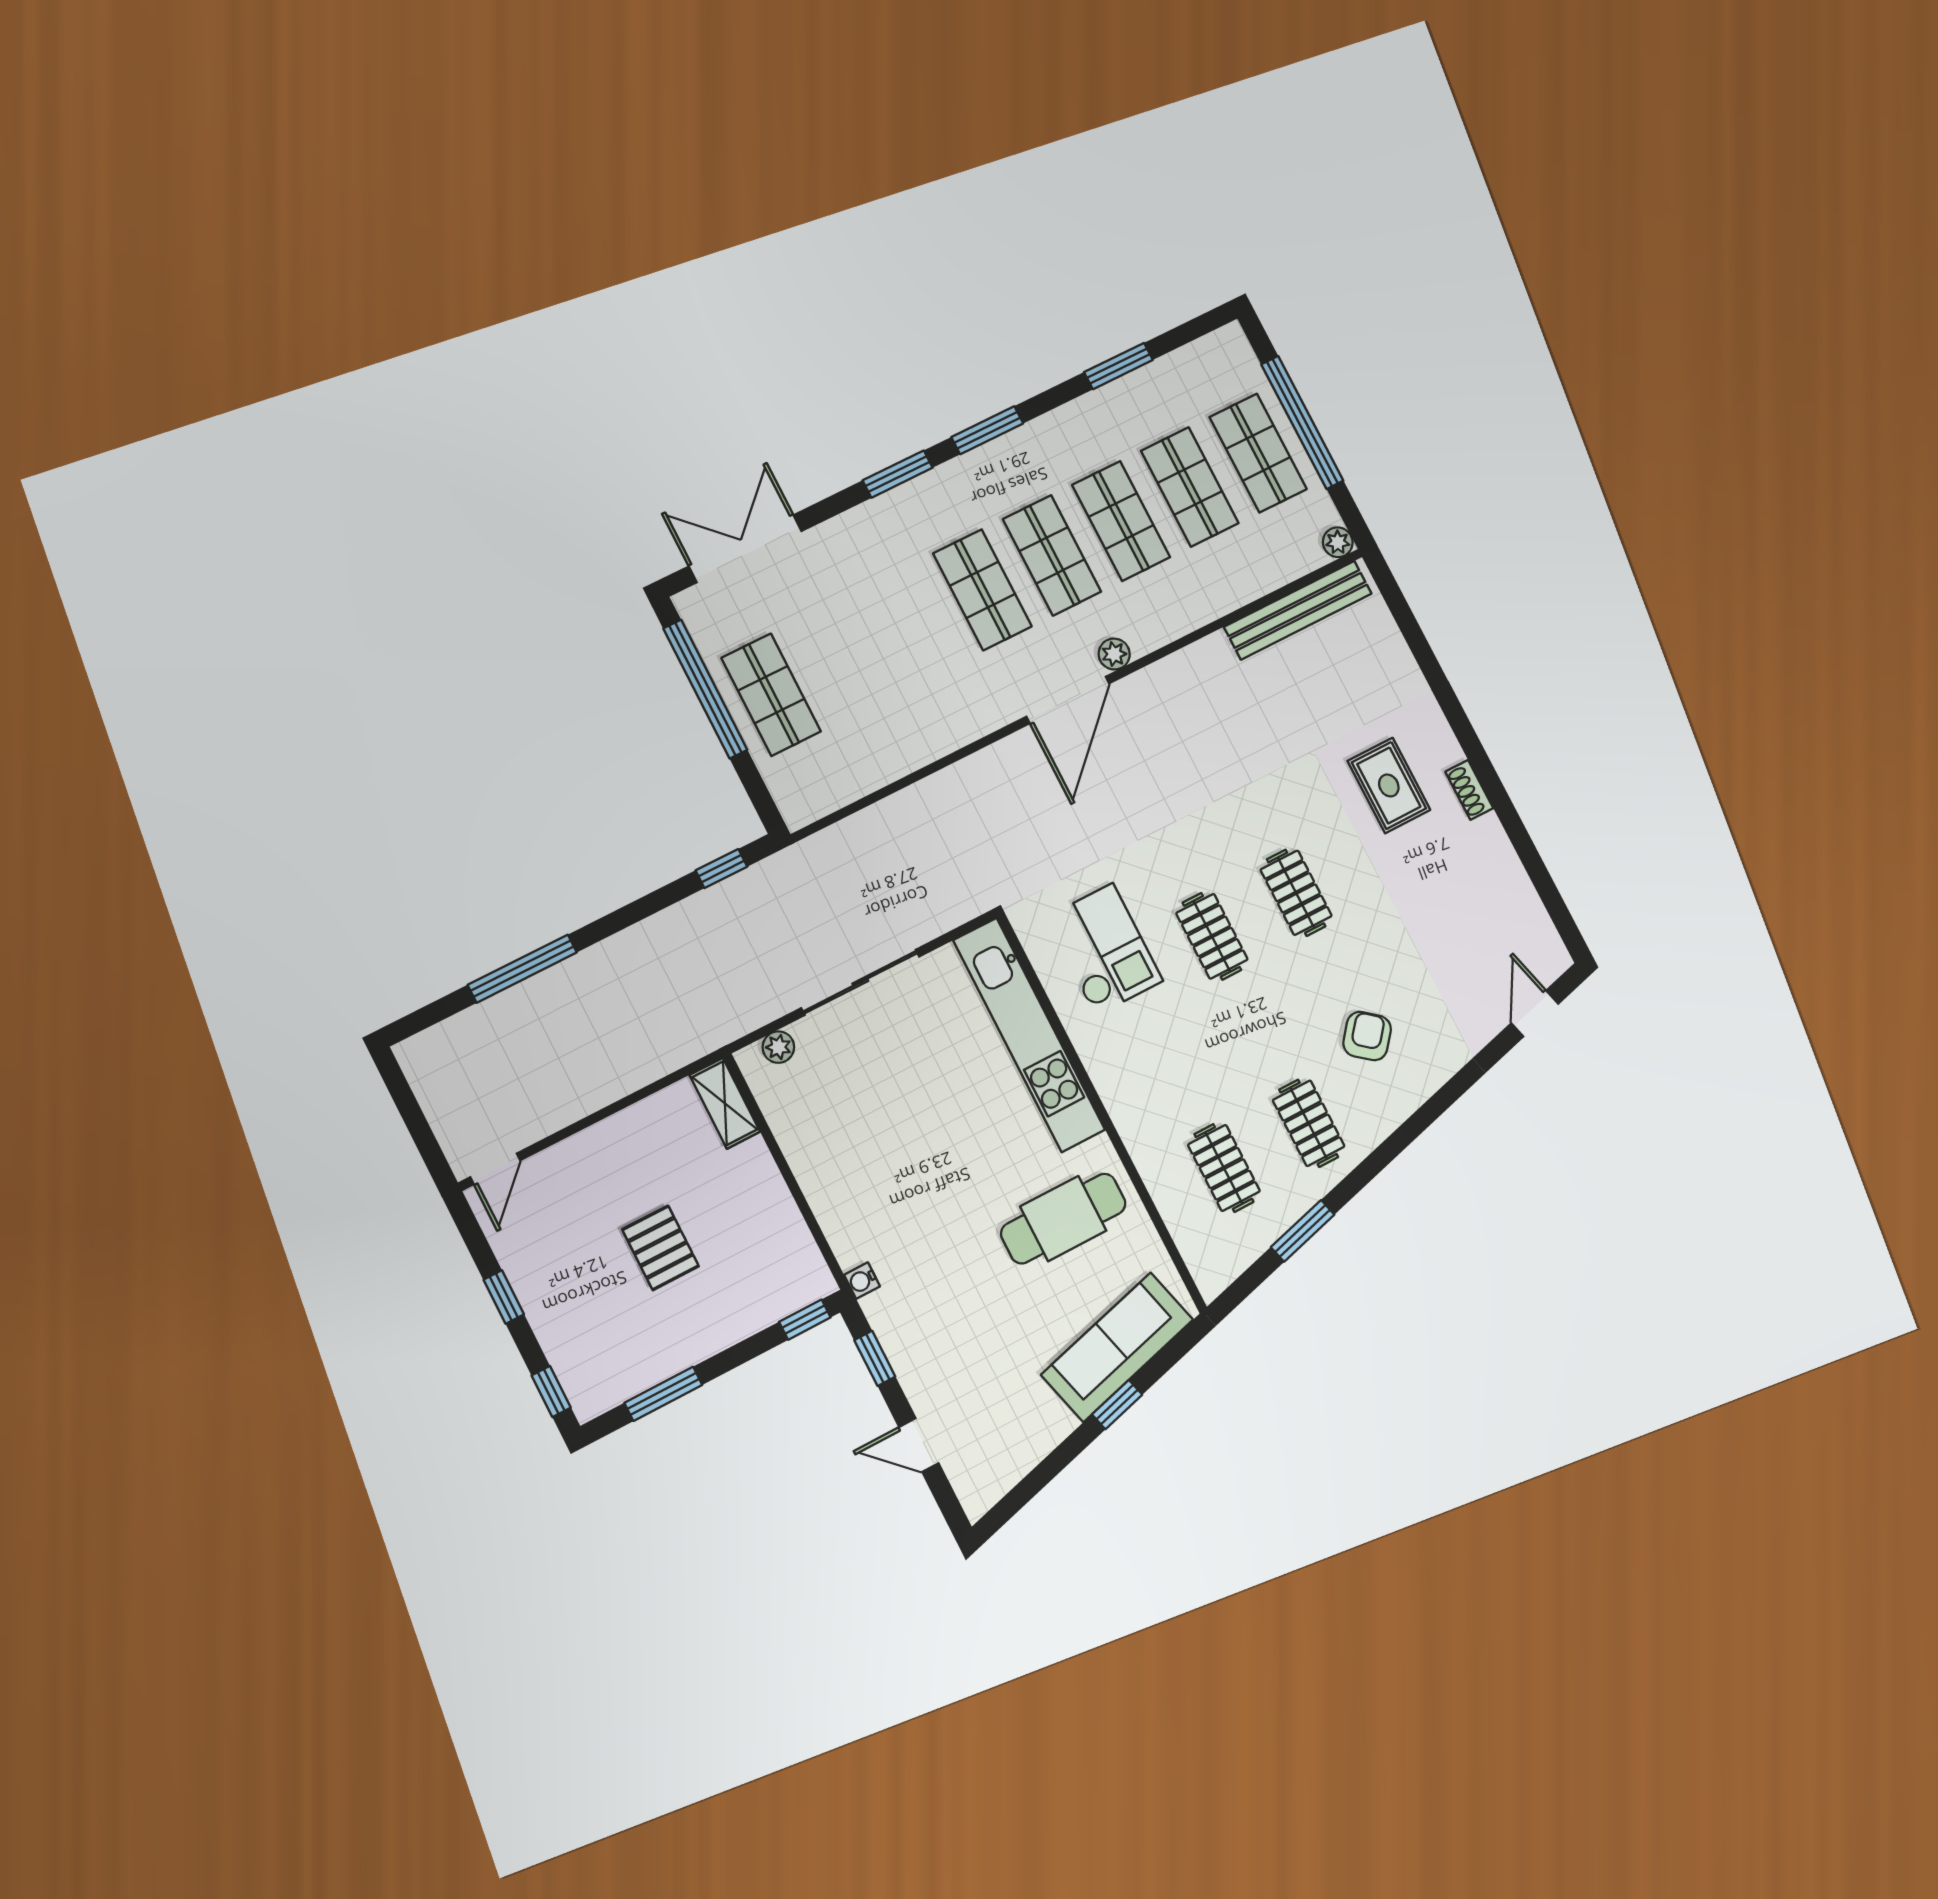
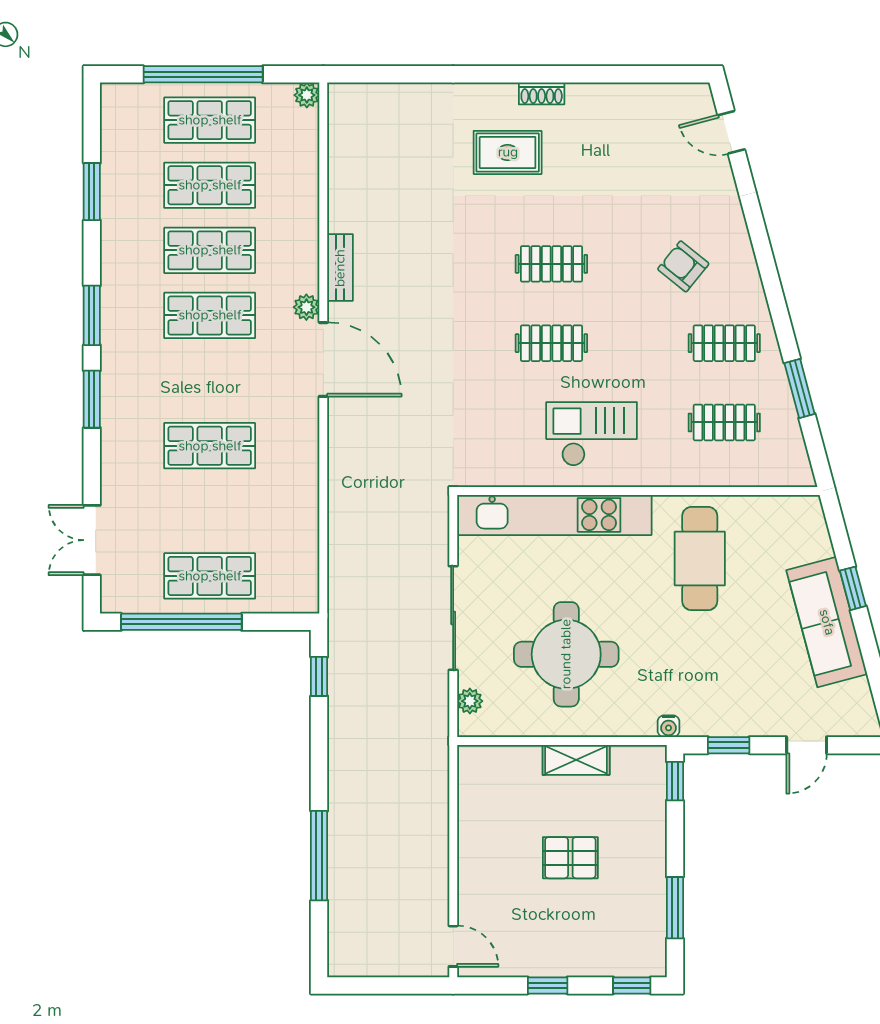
double door: (745, 549) -> (92, 540), width x0.73
shop shelf: (982, 590) -> (210, 446), moved
bench: (1298, 610) -> (340, 268), moved, width x0.54, depth x0.82
checkout: (1104, 949) -> (592, 434), moved
shelving: (725, 1103) -> (576, 760), moved
round table: (884, 1126) -> (566, 654), added
sofa: (1117, 1347) -> (827, 622), moved

